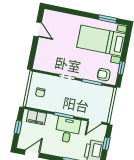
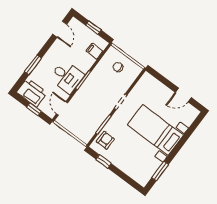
bed with nightstands: (101, 41) -> (155, 130), moved, turned -90
filing cabinet: (36, 117) -> (94, 51), width x0.50

